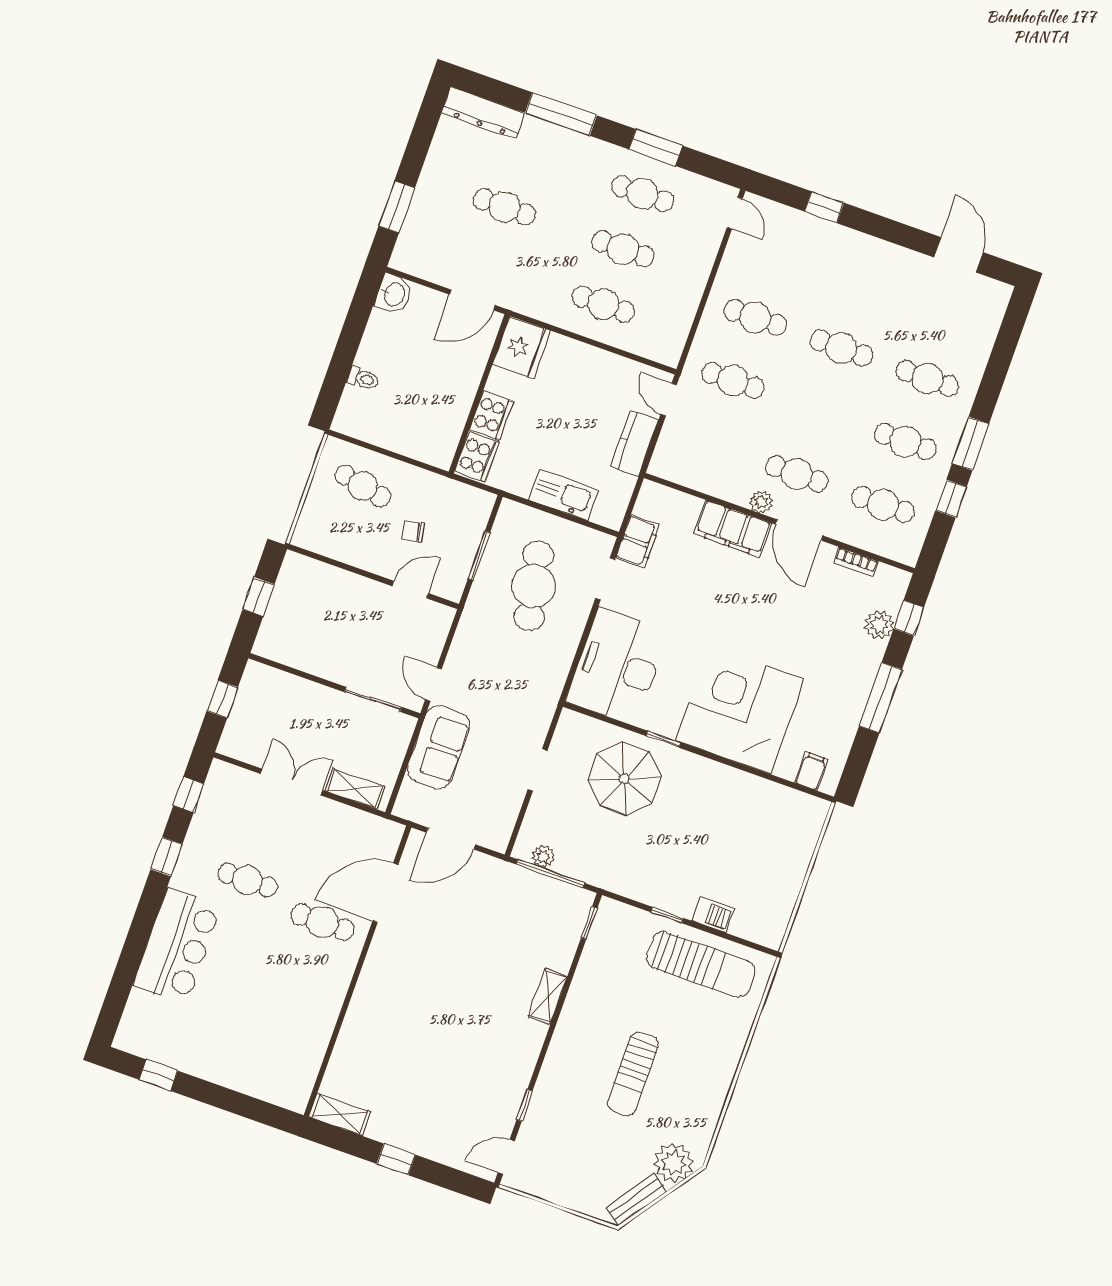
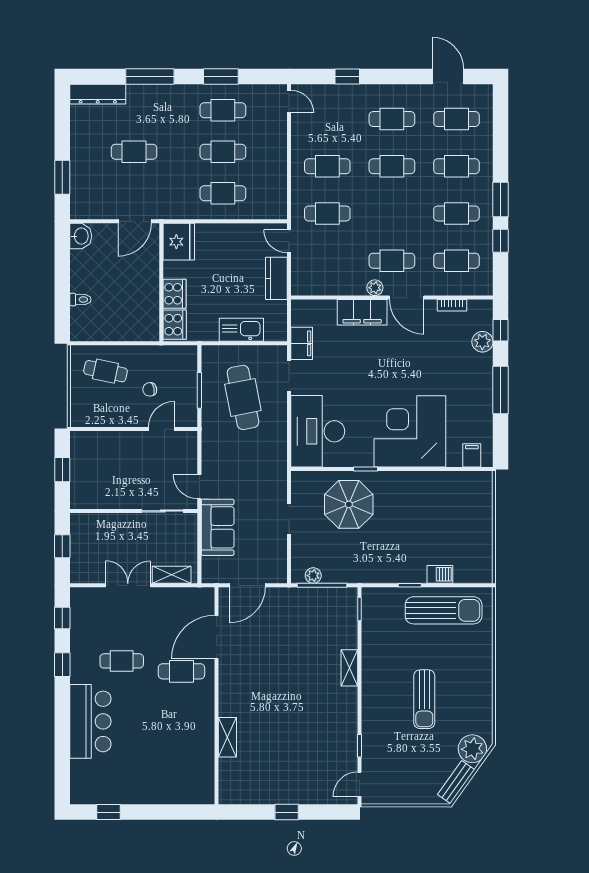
cafe table: (864, 285) -> (392, 119), added
cafe table: (950, 316) -> (456, 119), added
shelving: (340, 1114) -> (227, 737), moved, turned 90

